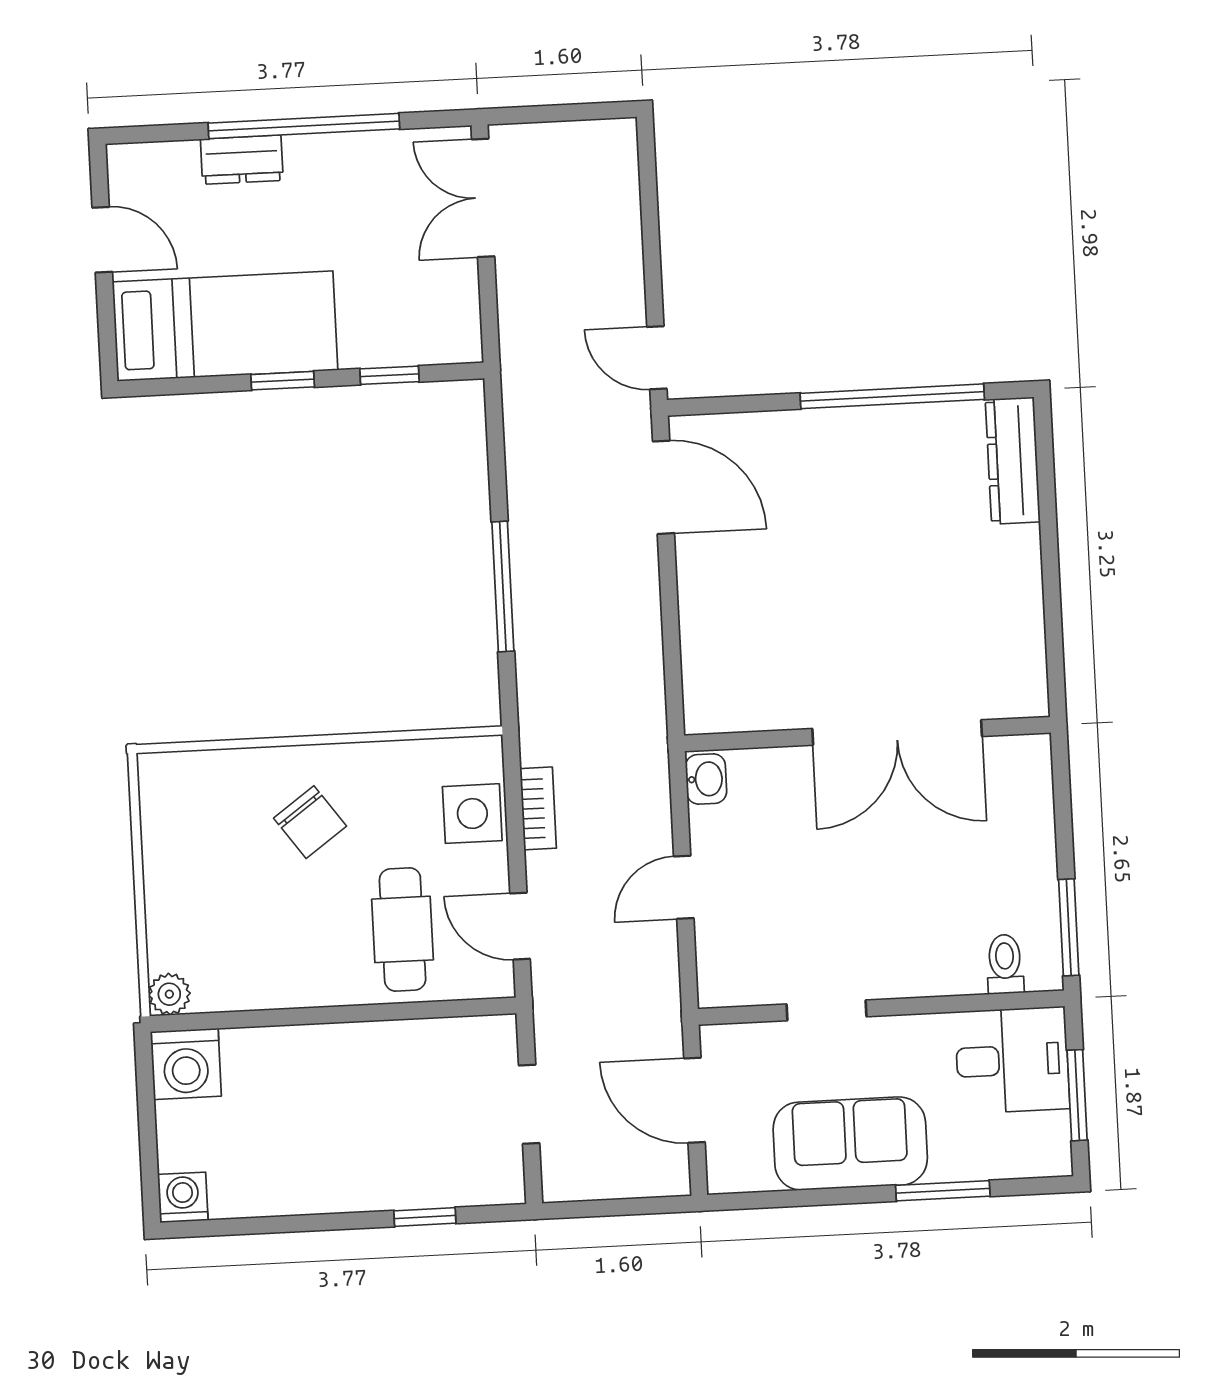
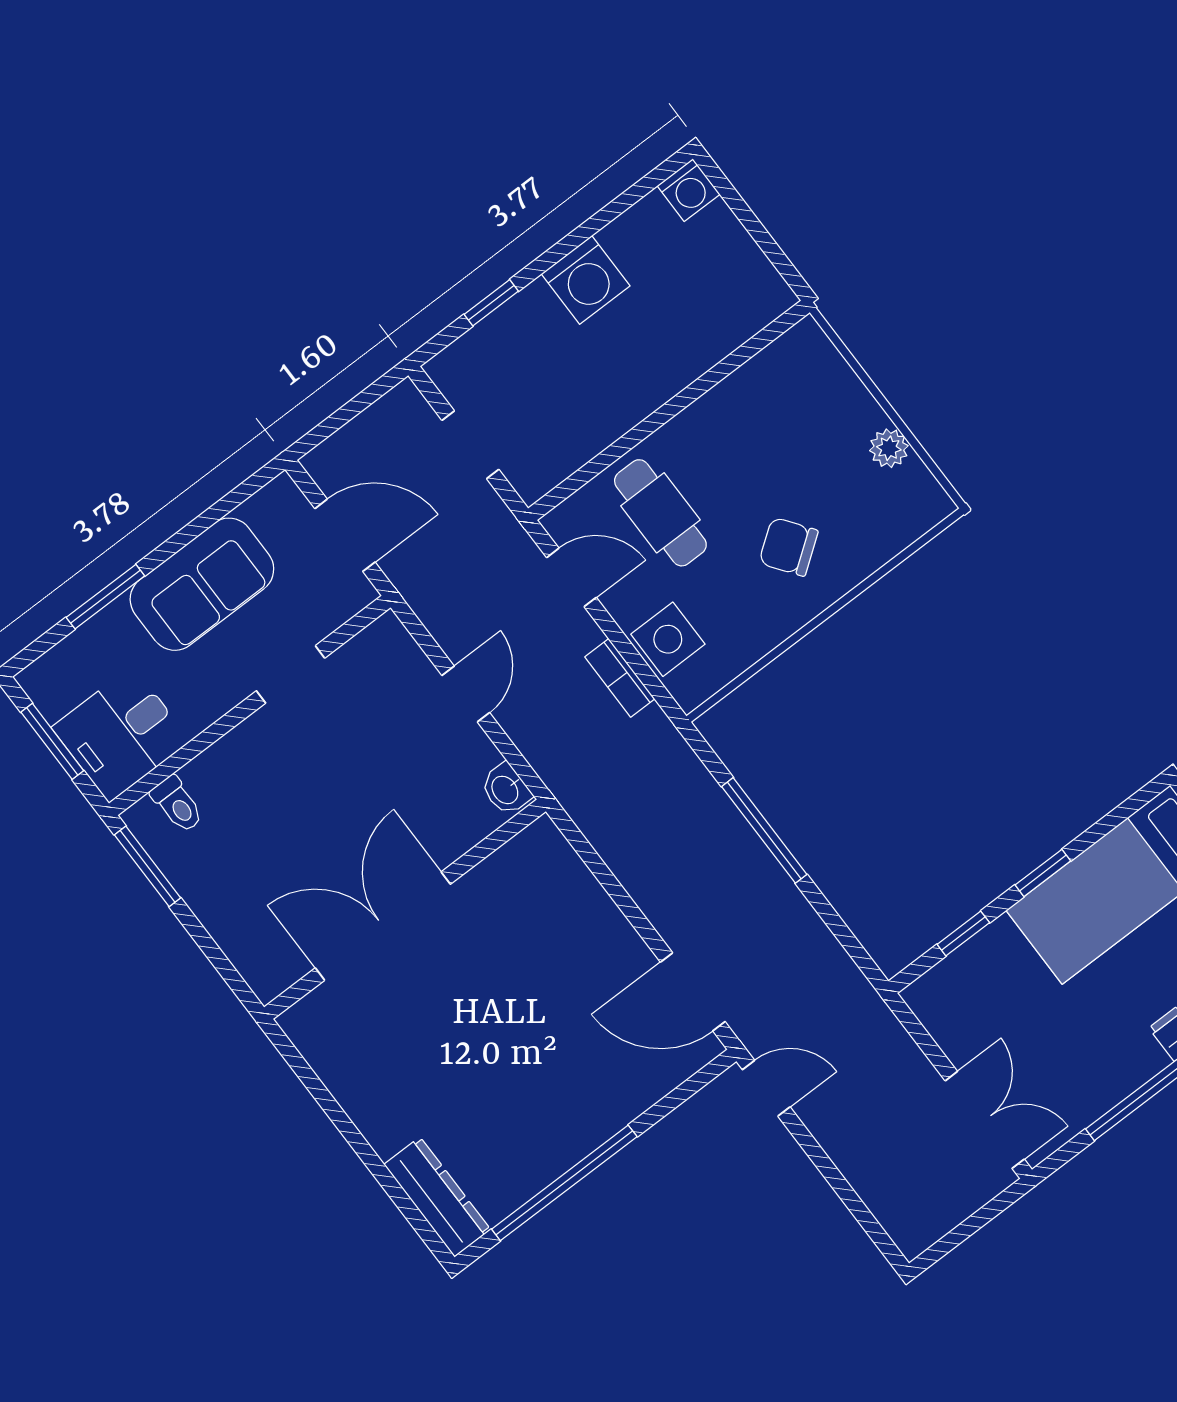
plant: (169, 994) -> (889, 448), moved
washing machine: (186, 1064) -> (586, 280), moved, turned 180

